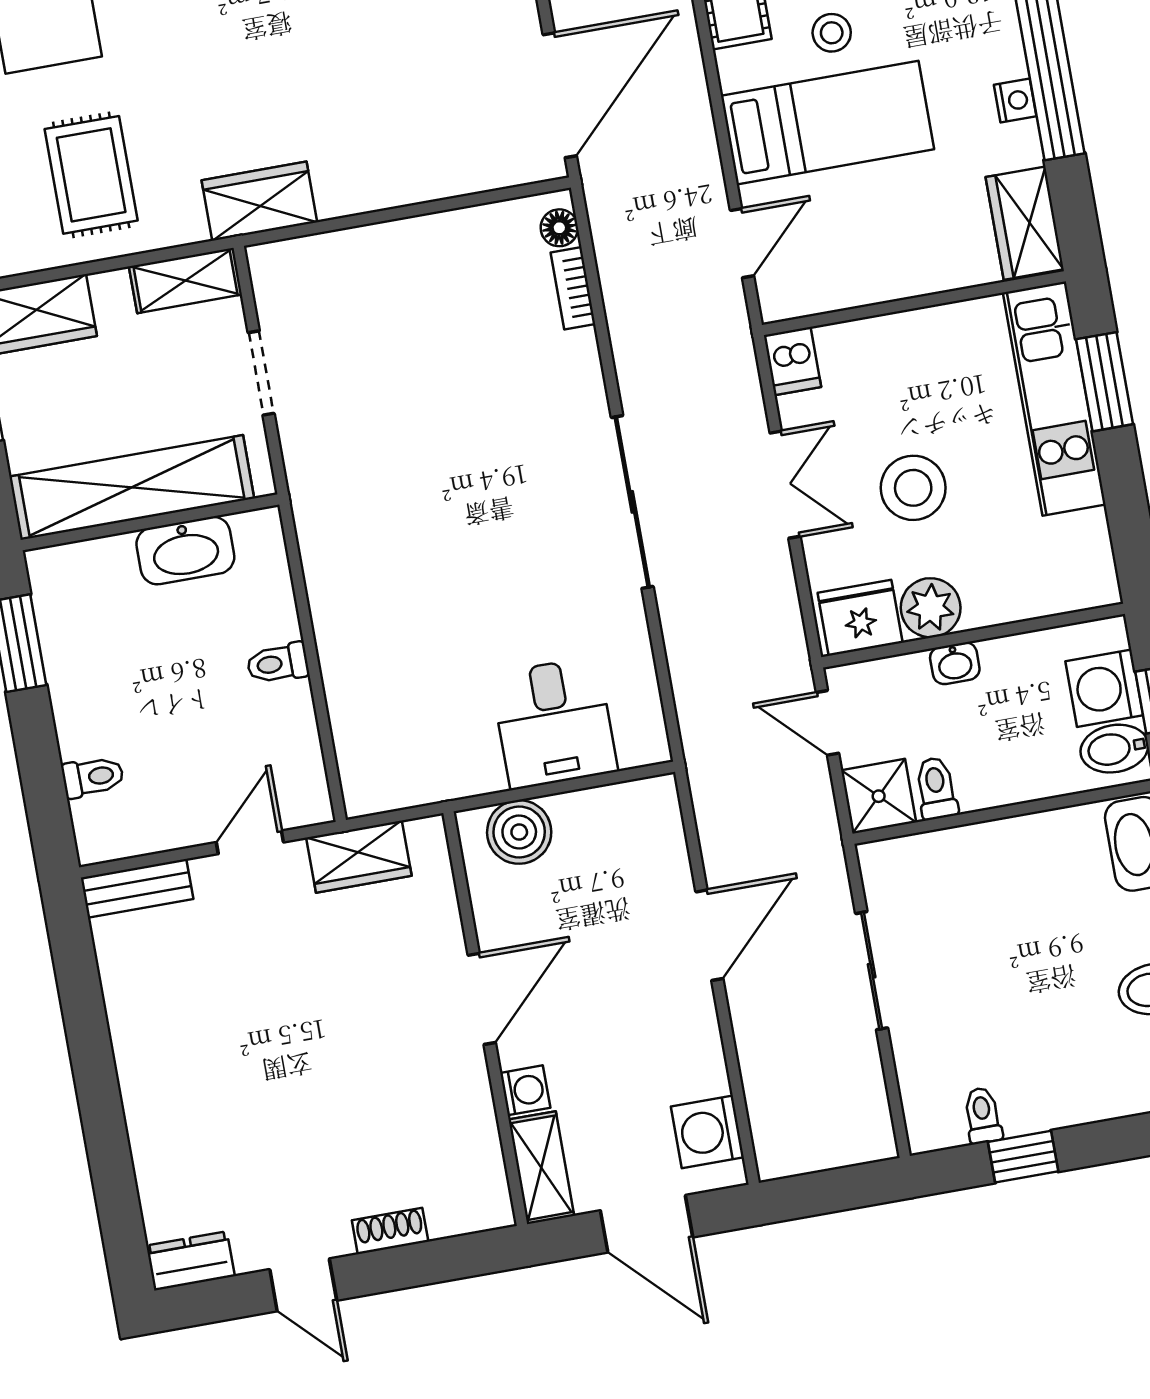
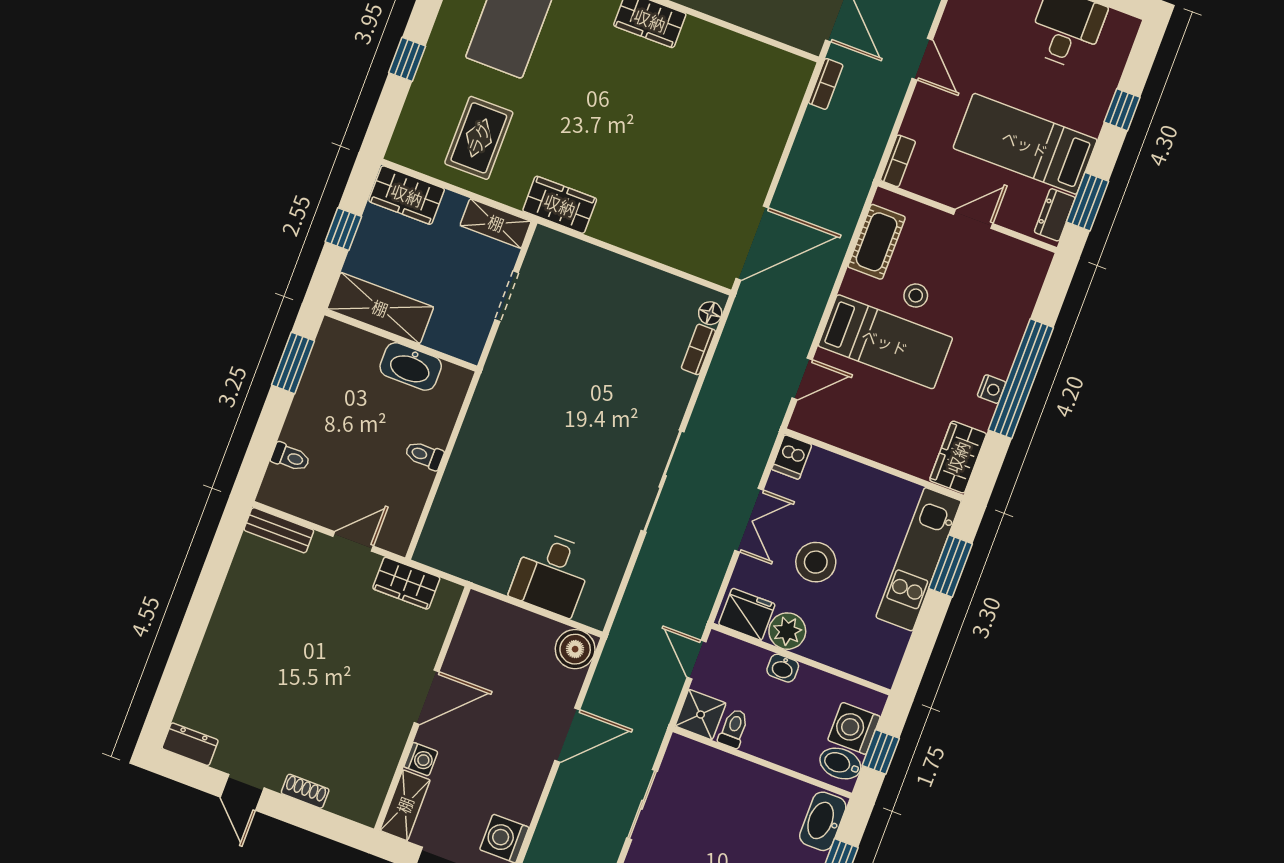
shelving: (132, 488) -> (380, 308), width x0.68
boiler: (519, 832) -> (575, 649), moved

